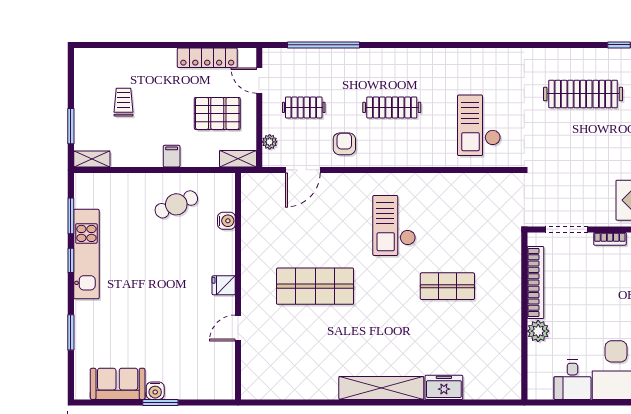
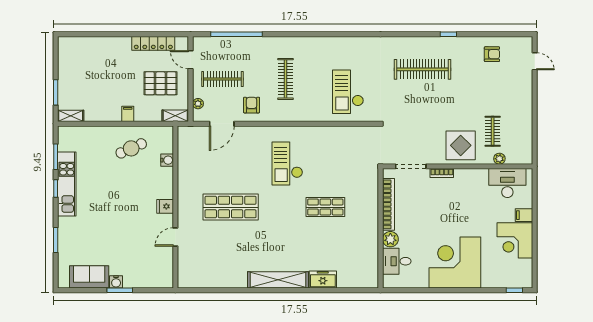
trolley: (124, 102) -> (93, 75), removed
clothes rail: (304, 107) -> (222, 79), width x1.36
clothes rail: (392, 107) -> (286, 79), turned 90
desk: (572, 380) -> (397, 261), moved, turned 90

